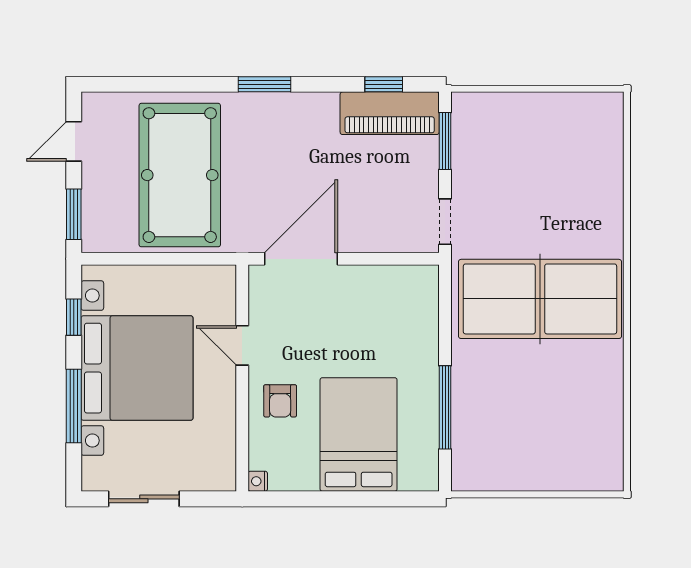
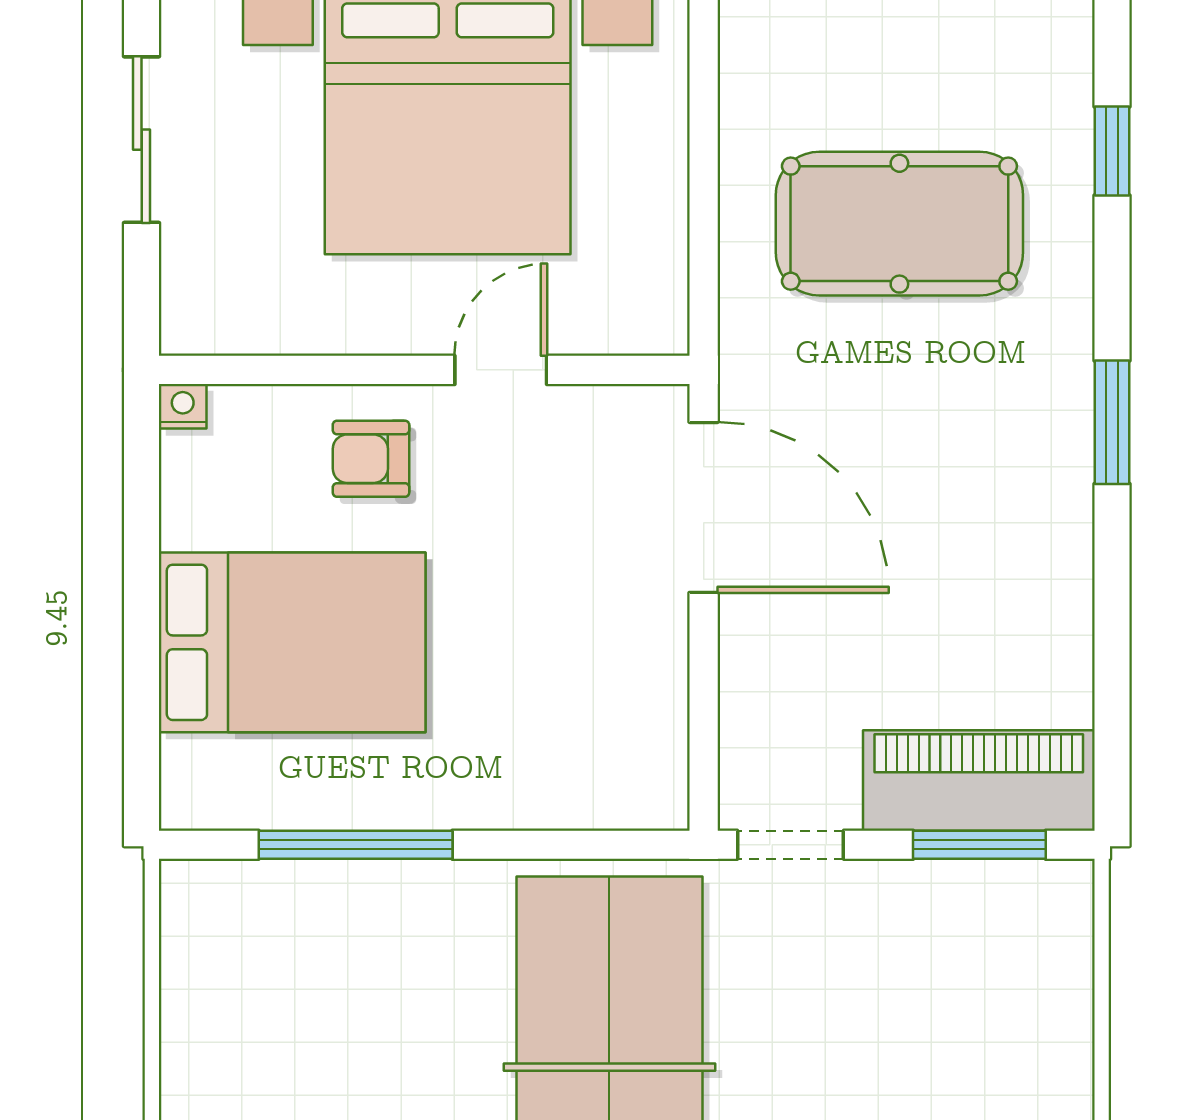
window: (384, 84) -> (1112, 151), moved
piano: (390, 113) -> (979, 780), moved, turned 90
pool table: (180, 175) -> (899, 224), width x0.73, depth x0.76

